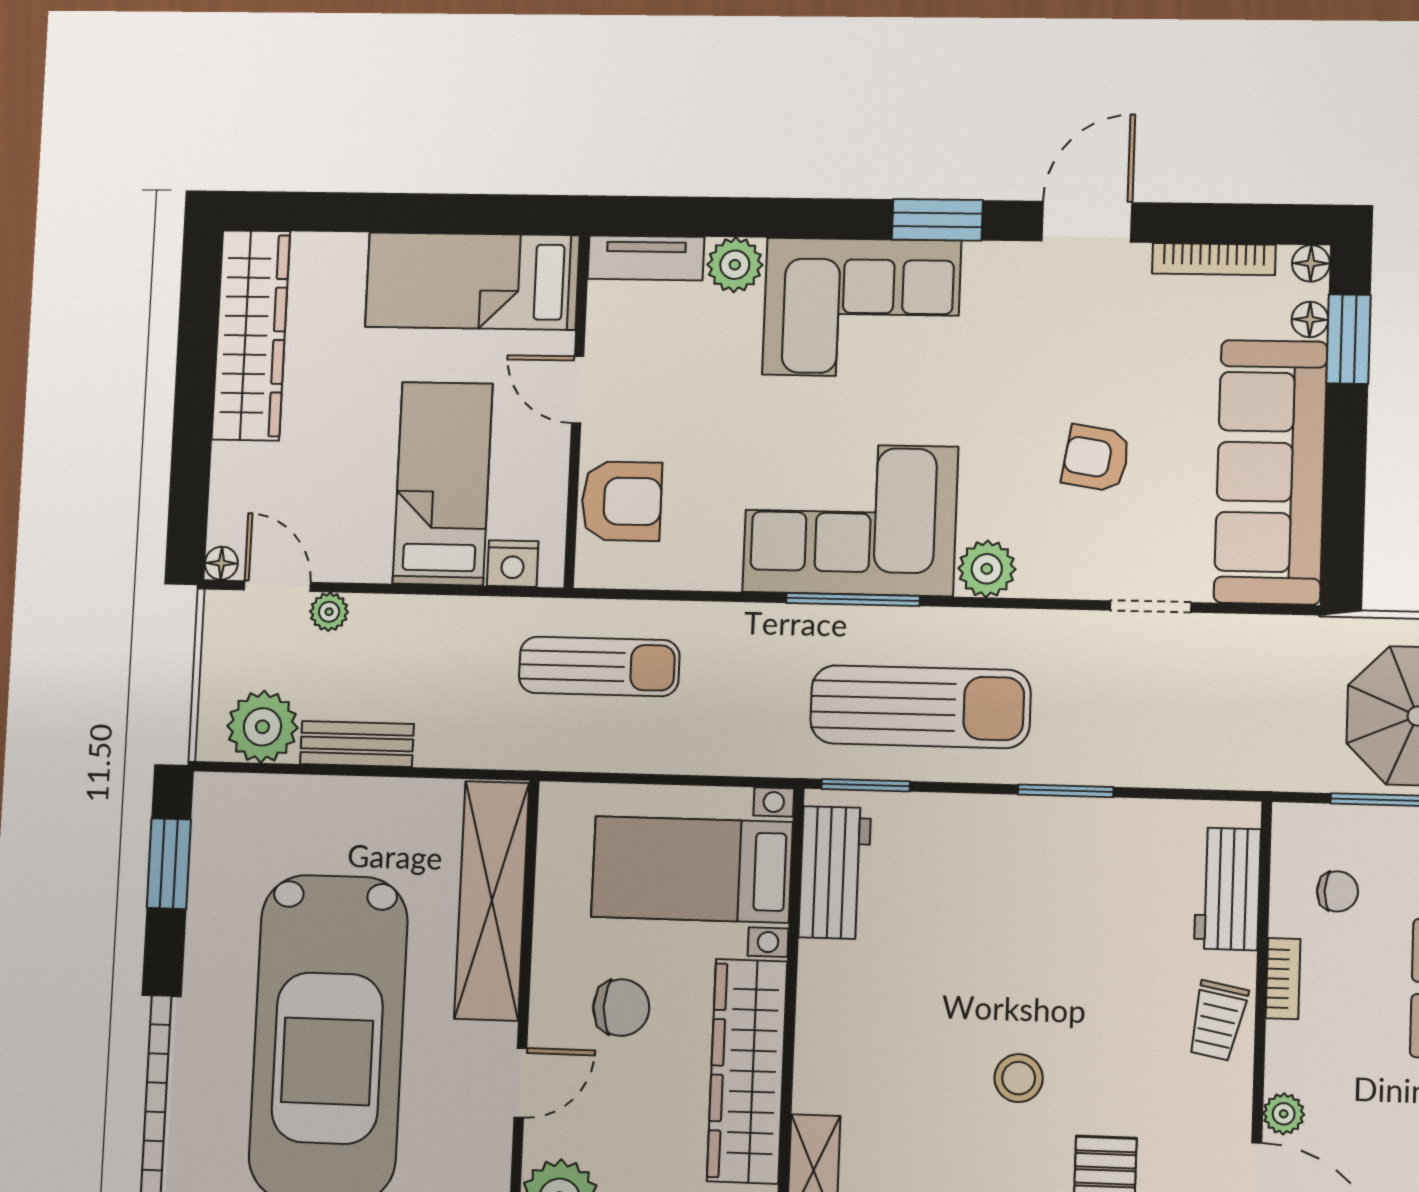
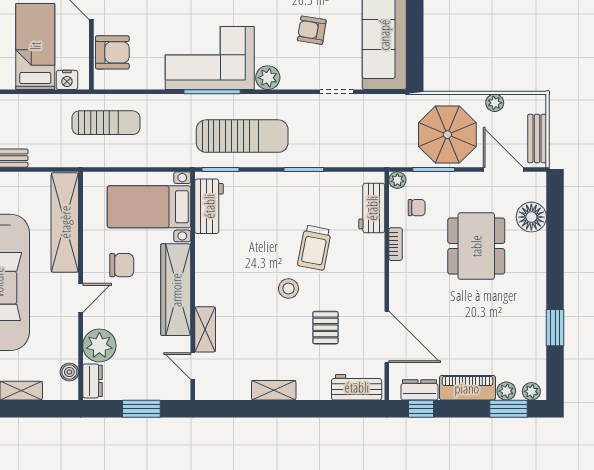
trolley: (1217, 1021) -> (314, 248), moved, width x1.36, depth x1.39
plant: (1284, 1114) -> (397, 180), moved

